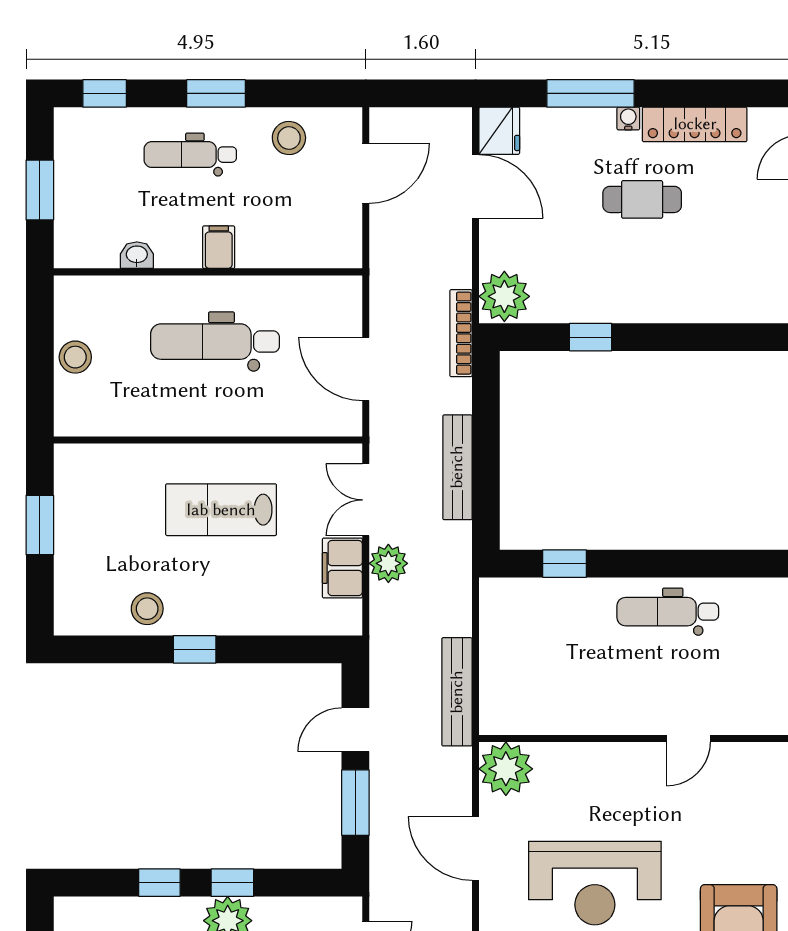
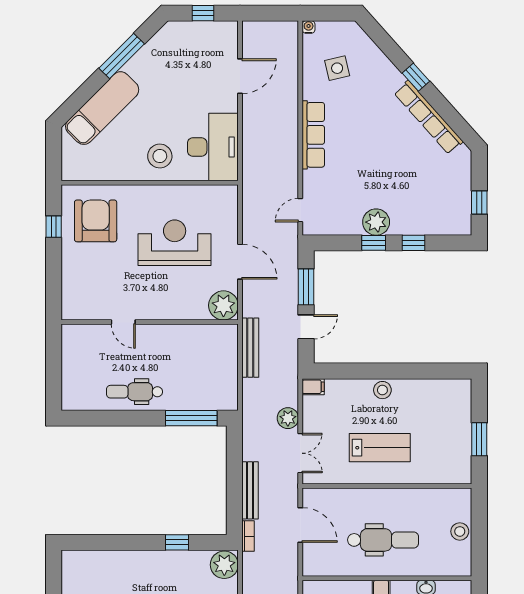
bookcase: (461, 333) -> (248, 536), width x0.64
bench: (457, 467) -> (250, 490), moved
window: (564, 564) -> (191, 418), width x2.17
filing cabinet: (342, 568) -> (313, 387), moved, width x0.50
stool: (147, 609) -> (382, 390), moved
dental chair: (668, 612) -> (135, 392), turned 180
window: (195, 649) -> (394, 371), removed
door: (688, 739) -> (123, 322), swing flipped

